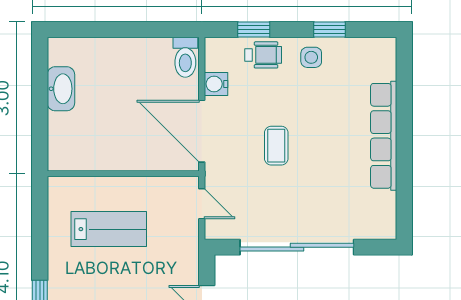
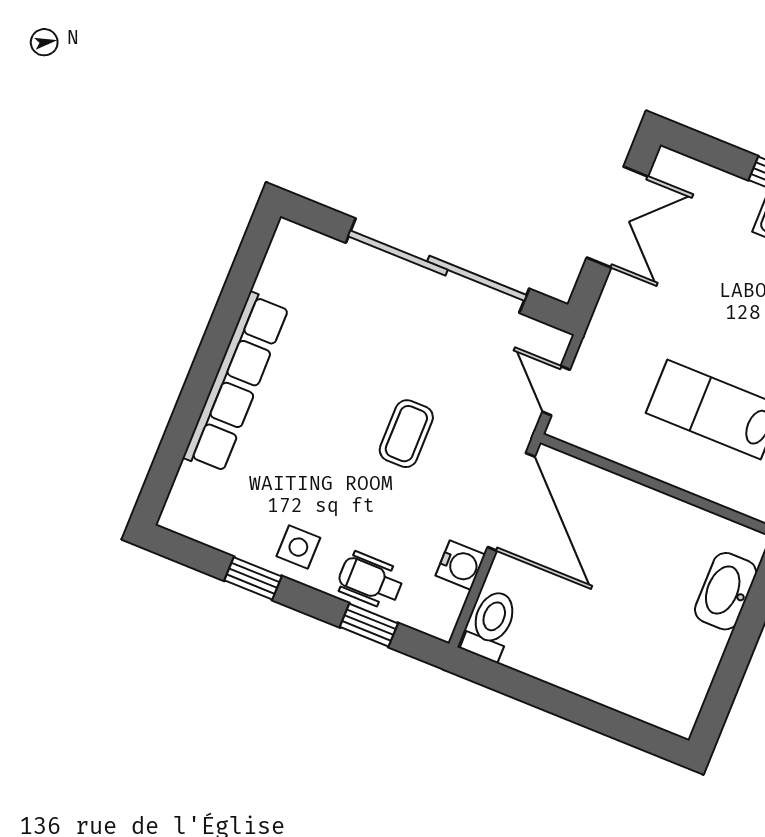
washbasin: (61, 89) -> (726, 591), moved

